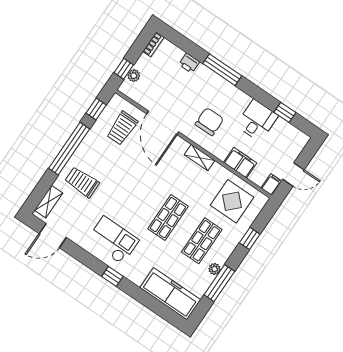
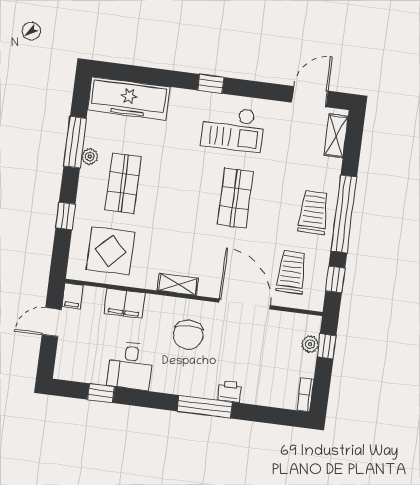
printer: (189, 63) -> (230, 392), moved
trolley: (82, 182) -> (313, 212), moved, turned -90
shop shelf: (168, 218) -> (235, 198), moved

